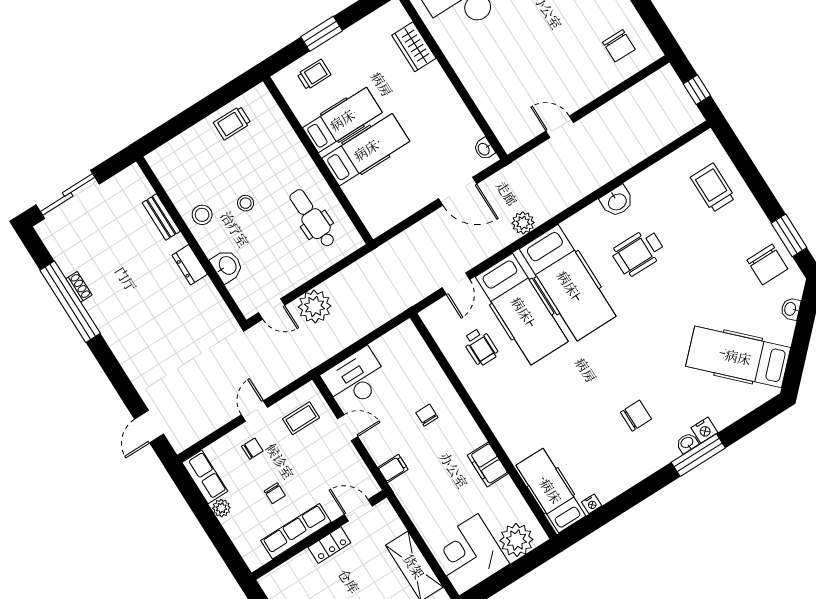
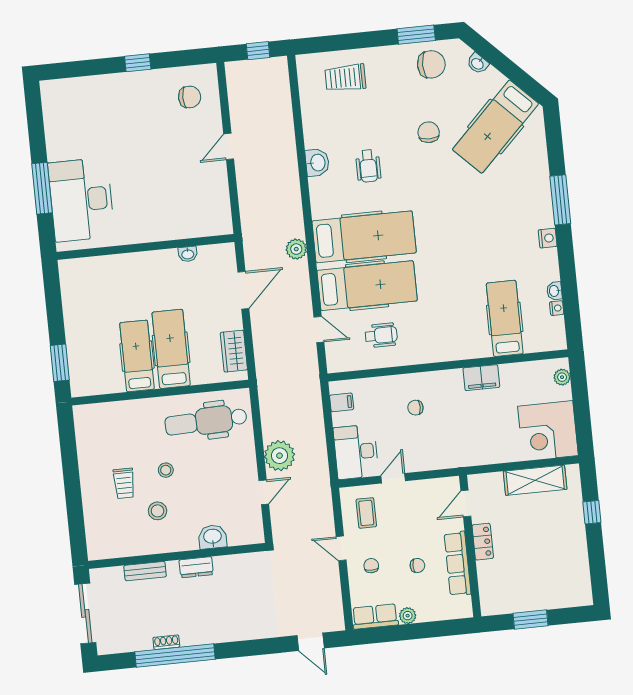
window: (322, 34) -> (60, 363), moved
wardrobe: (414, 47) -> (234, 351), moved, turned 90
trolley: (314, 74) -> (88, 361), removed
trolley: (232, 123) -> (124, 483), moved
door: (560, 127) -> (229, 146), moved
washbasin: (484, 149) -> (188, 254), moved
bench: (161, 217) -> (145, 571), moved
dental chair: (312, 218) -> (206, 421), width x1.36, depth x1.38
wall: (191, 241) -> (177, 556), moved
wheelchair: (638, 252) -> (368, 166), width x0.73, depth x0.73
dresser: (190, 265) -> (196, 567), moved
washbasin: (227, 266) -> (213, 537), moved
chair: (636, 416) -> (429, 132), moved
nightstand: (704, 430) -> (548, 238), moved
washbasin: (687, 443) -> (554, 291), moved
filing cabinet: (393, 468) -> (342, 402), moved, turned 90
hospital bed: (551, 491) -> (505, 318), moved, turned 90
plant: (516, 540) -> (562, 377), width x0.53, depth x0.53

